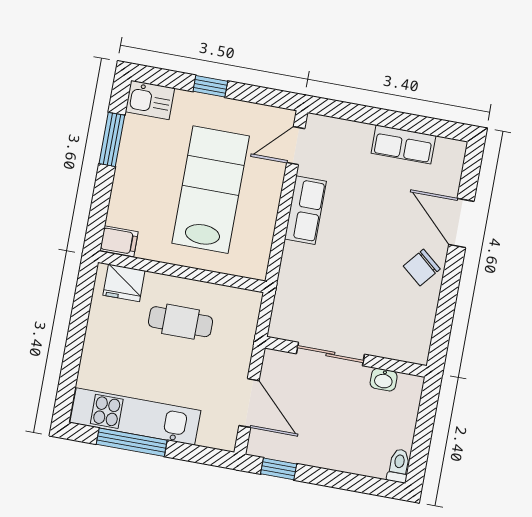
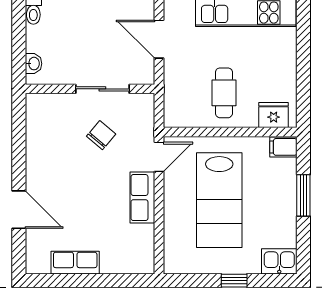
window: (112, 139) -> (303, 195), moved
door: (296, 146) -> (159, 157), moved
chair: (422, 268) -> (101, 135), moved
cafe table: (180, 322) -> (224, 93), turned 90
washbasin: (384, 380) -> (34, 64), moved, turned 90

